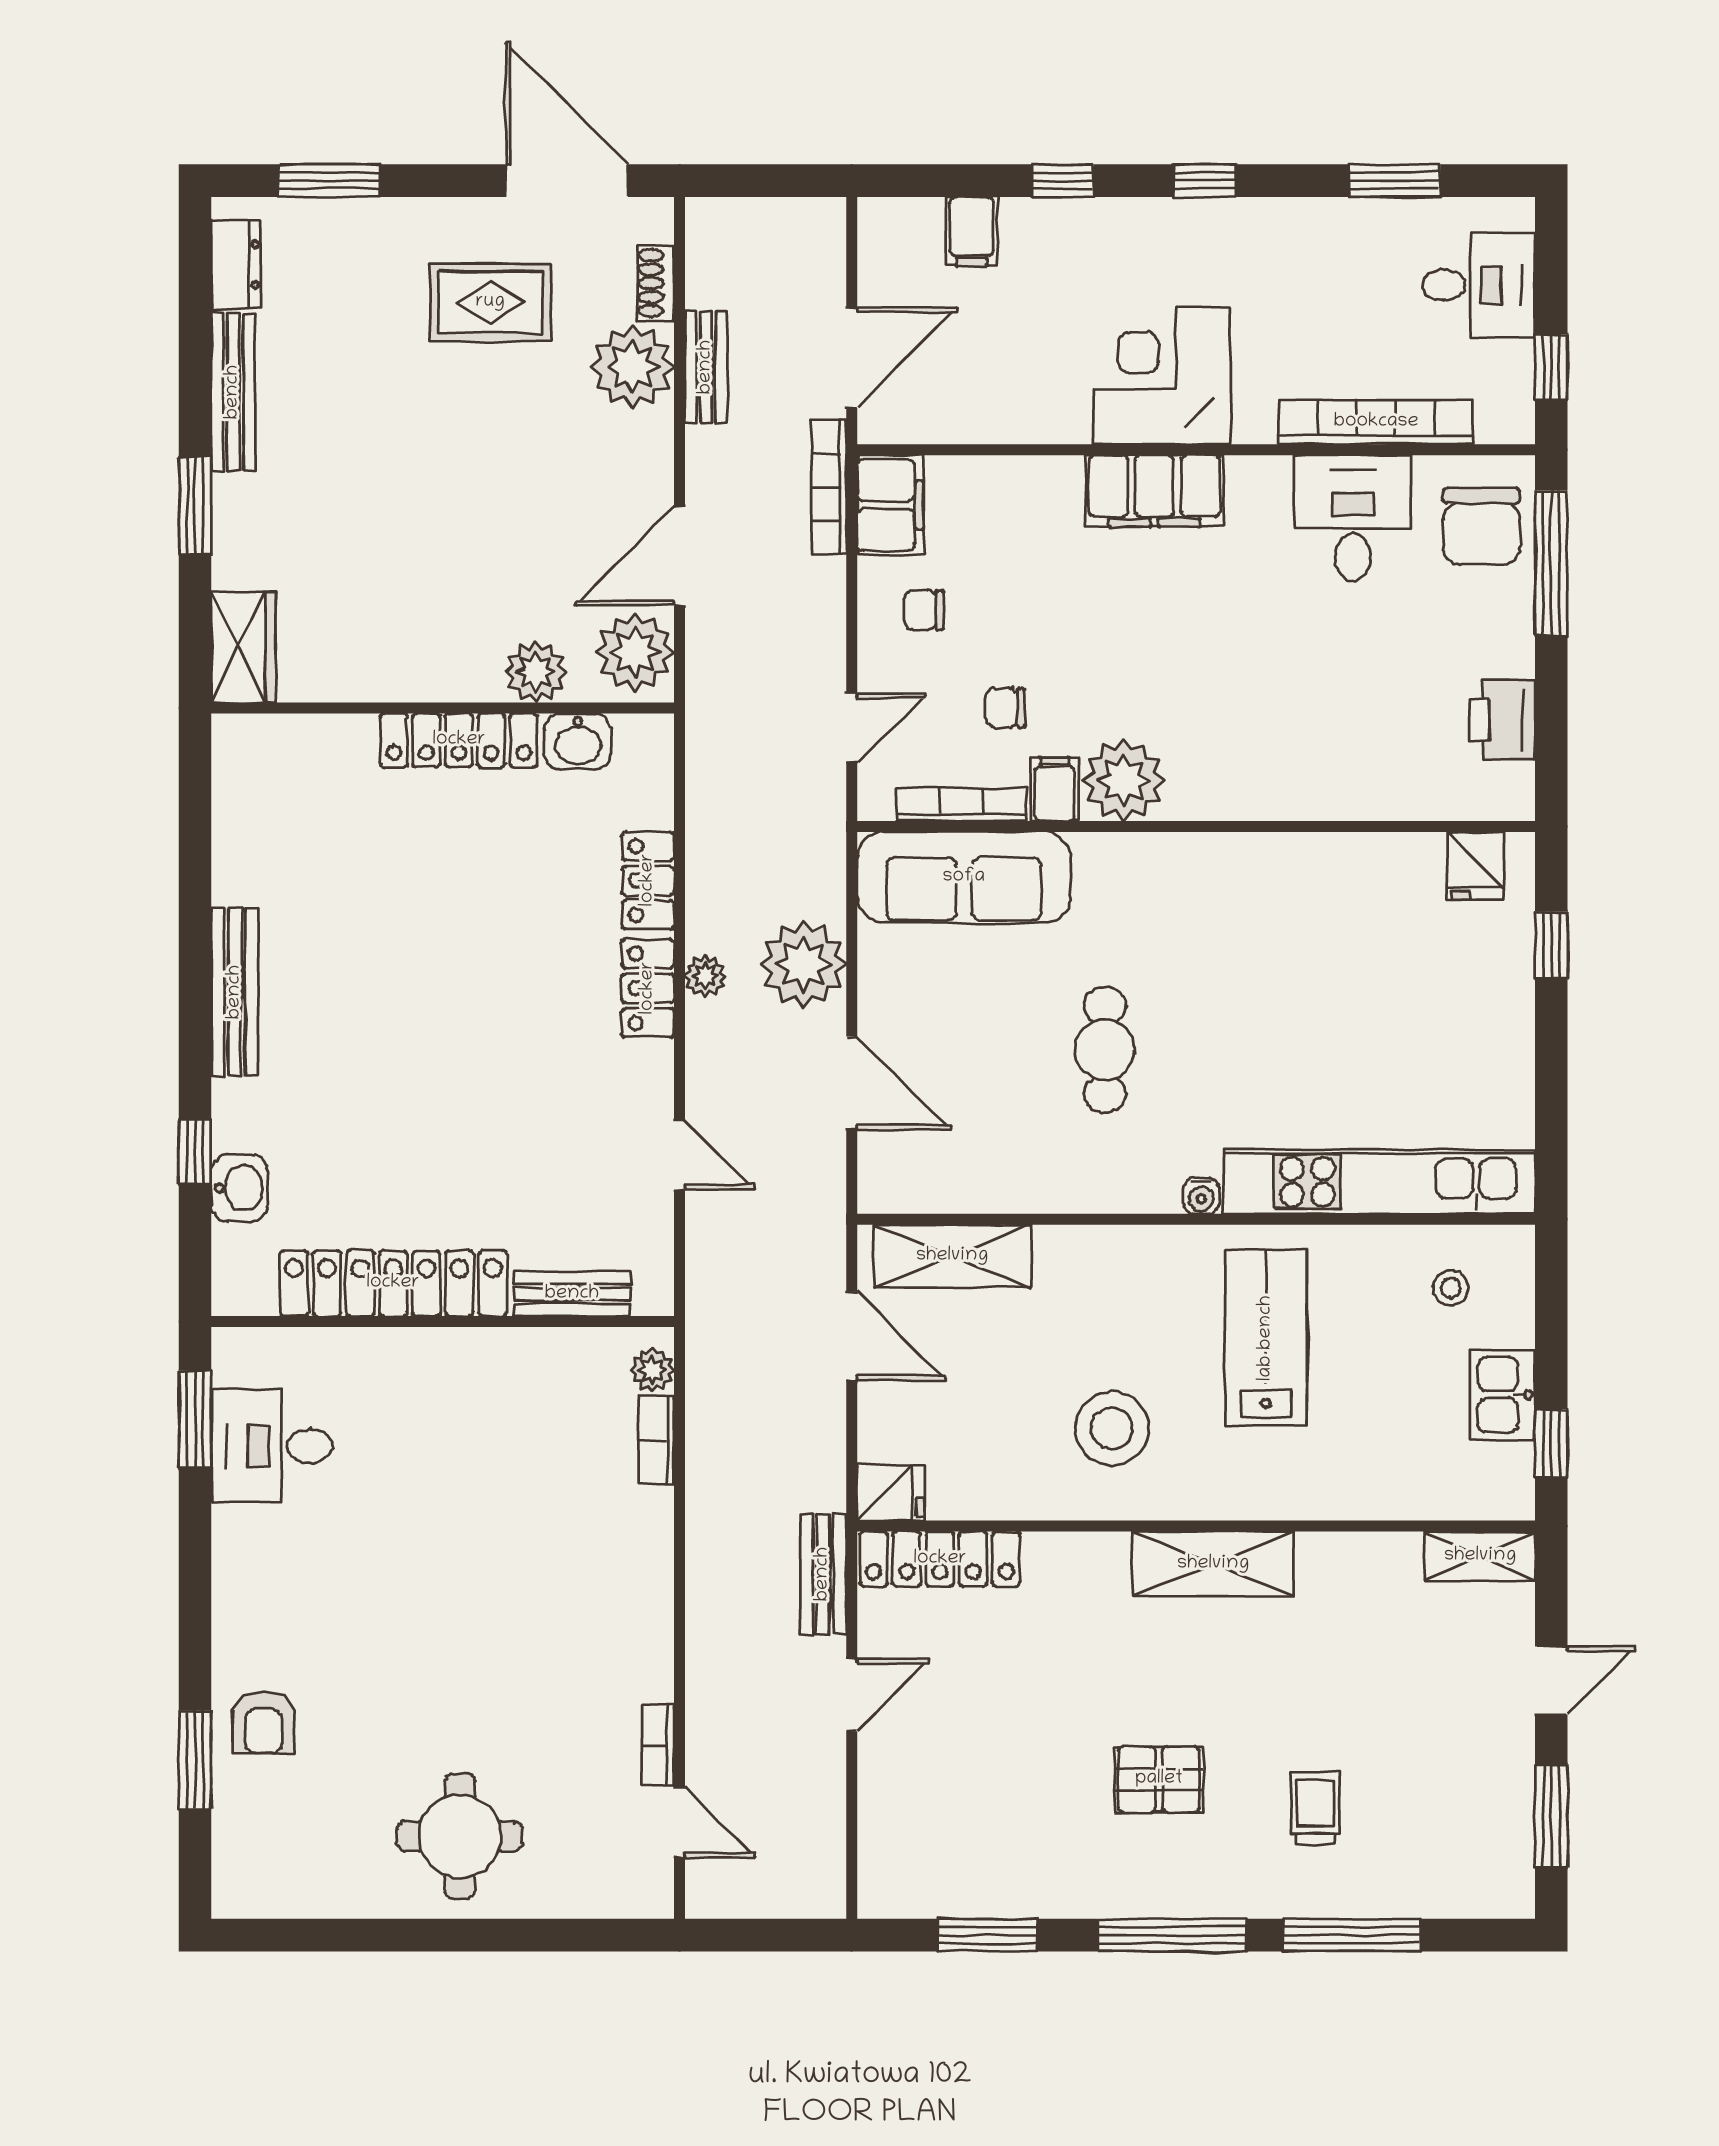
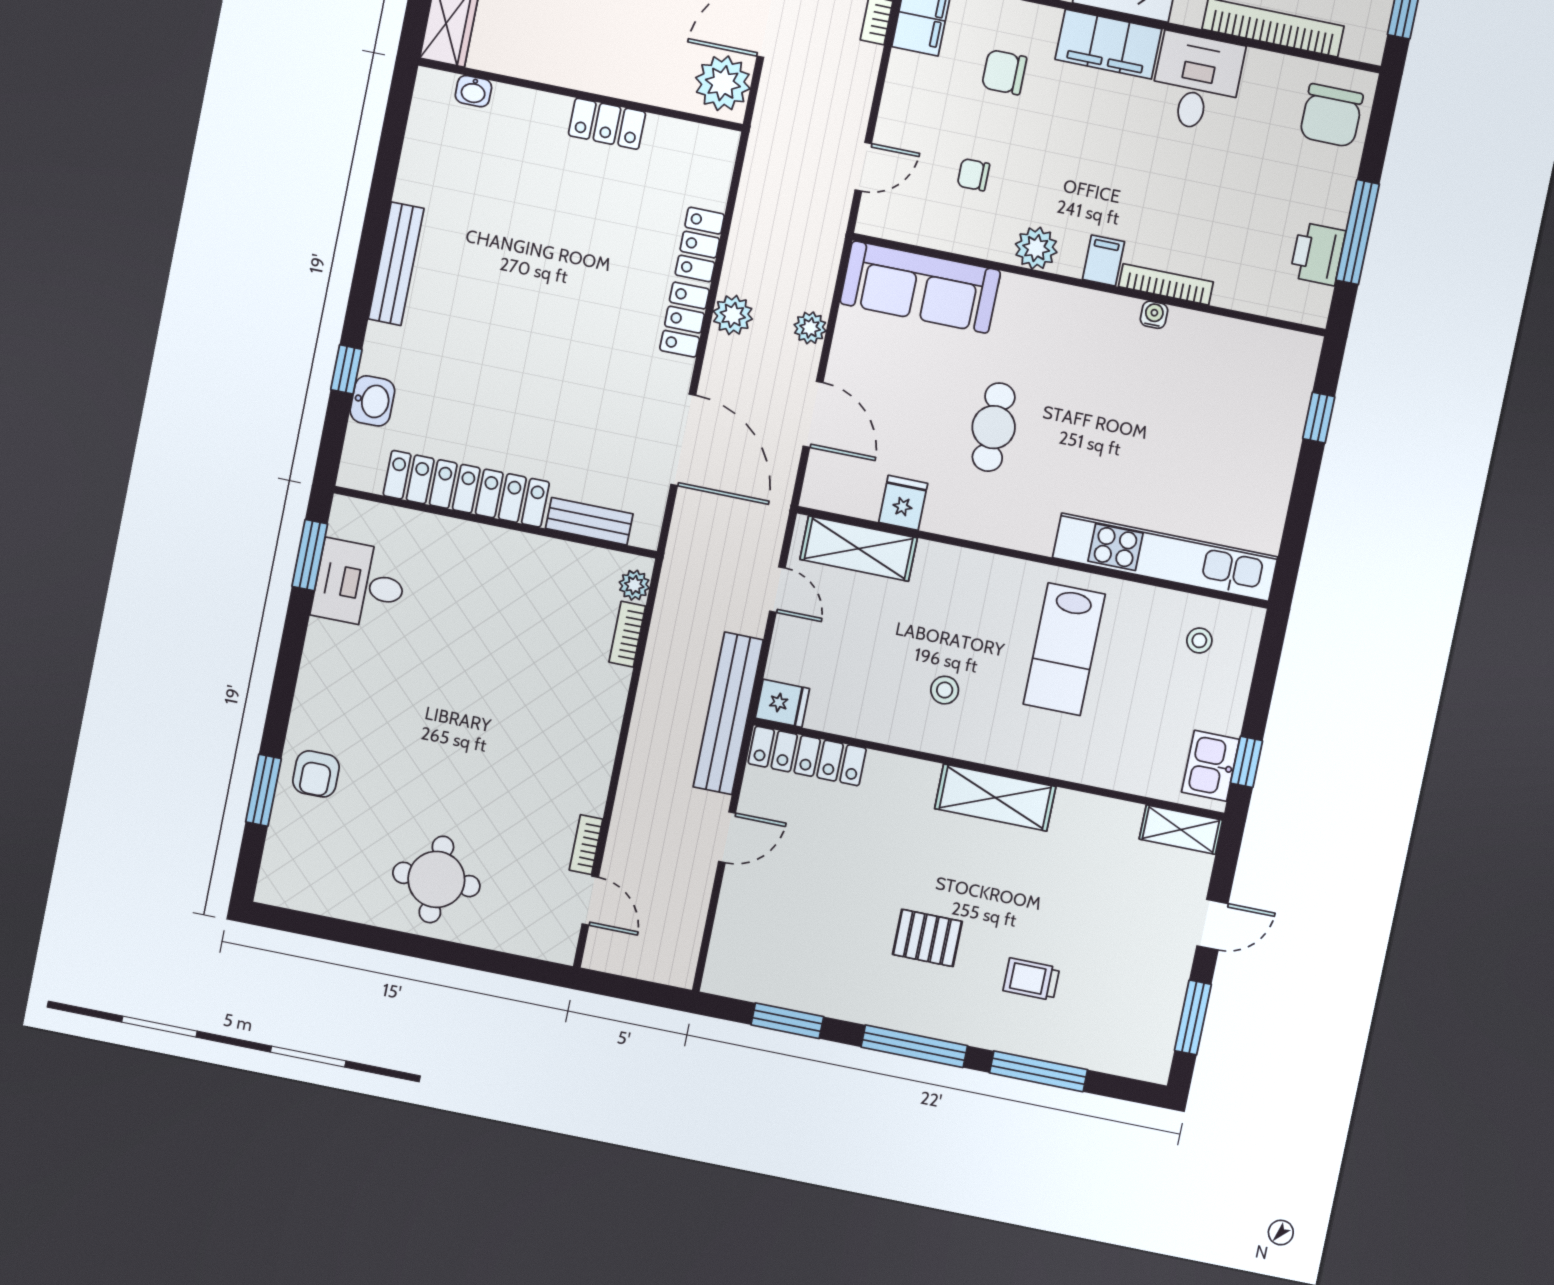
desk: (1353, 518) -> (1196, 82), moved
window: (1551, 563) -> (1358, 232), moved
chair: (924, 610) -> (1004, 72), moved, width x1.37, depth x1.37
plant: (536, 672) -> (651, 83), removed
locker: (459, 740) -> (607, 124), width x0.66
washbasin: (578, 742) -> (473, 91), moved, width x0.72, depth x0.69
plant: (1124, 780) -> (1036, 248), width x0.73, depth x0.73
filing cabinet: (1055, 789) -> (1103, 261), moved
bookcase: (961, 804) -> (1166, 284), moved
fridge: (1475, 866) -> (903, 503), moved, turned 180
plant: (803, 964) -> (810, 328), width x0.53, depth x0.53
plant: (705, 976) -> (733, 315), width x1.38, depth x1.38
door: (679, 1155) -> (683, 440), width x1.88
water cooler: (1201, 1196) -> (1154, 315), moved, turned 180
door: (852, 1336) -> (777, 590), width x0.73
lab bench: (1266, 1338) -> (1064, 649), turned 180
kitchen sink: (1502, 1395) -> (1211, 766), moved
stool: (1112, 1428) -> (945, 690), width x0.53, depth x0.53
bench: (823, 1574) -> (728, 713), width x1.86, depth x1.21
trolley: (1315, 1808) -> (1031, 979), turned -90

